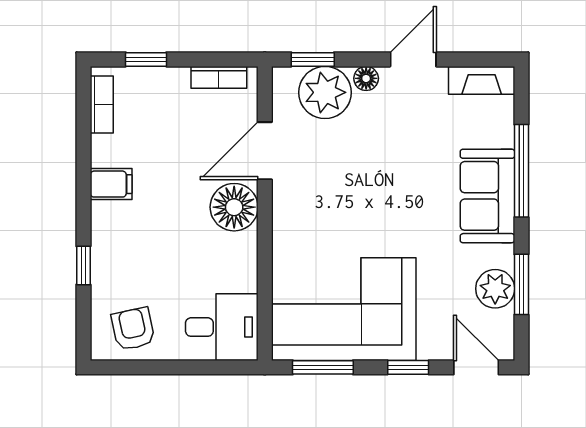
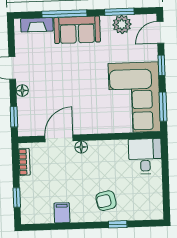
fireplace: (482, 80) -> (37, 25), moved, turned 90
plant: (325, 92) -> (30, 110), removed
bookcase: (102, 104) -> (39, 218), removed
door: (265, 151) -> (59, 138), swing flipped
filing cabinet: (111, 184) -> (62, 213), moved
floor lamp: (234, 207) -> (81, 147), width x0.53, depth x0.53
armchair: (133, 329) -> (106, 201), moved

